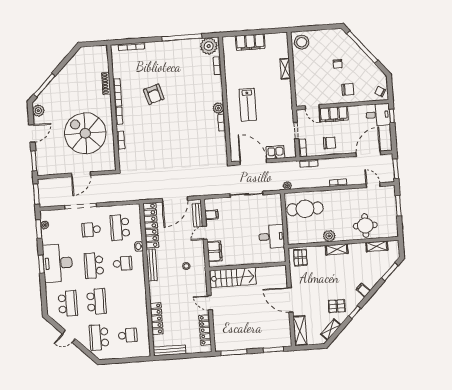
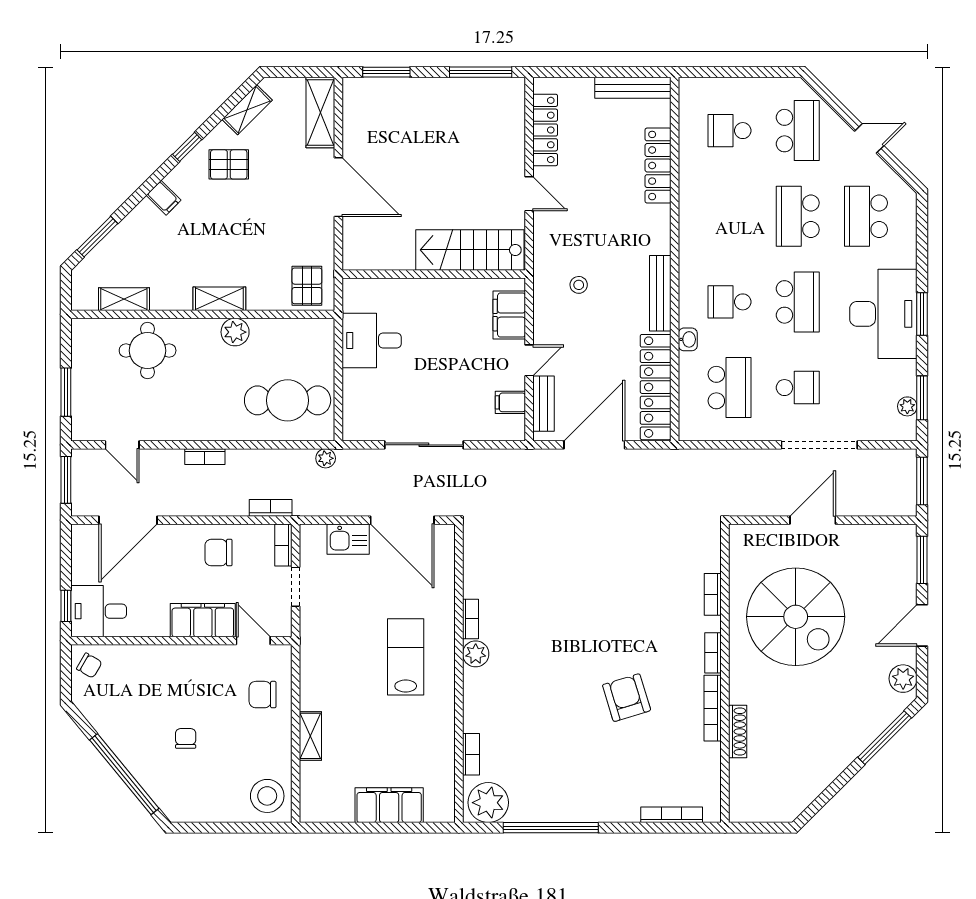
chair: (348, 89) -> (263, 695), moved

